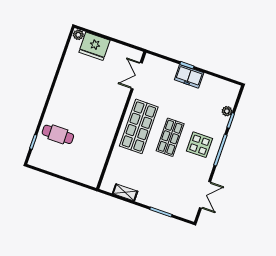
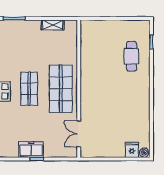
fridge: (94, 46) -> (132, 150), width x0.53, depth x0.75
double door: (137, 76) -> (79, 134), swing flipped
cafe table: (58, 134) -> (132, 56), turned 90

